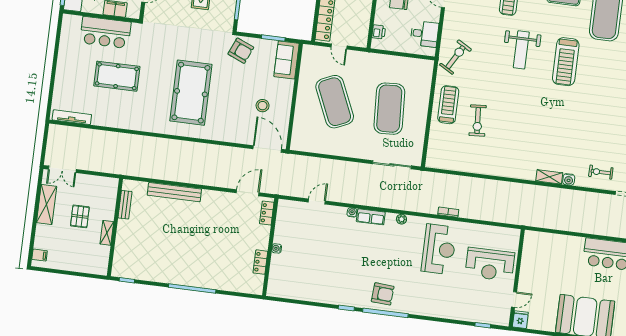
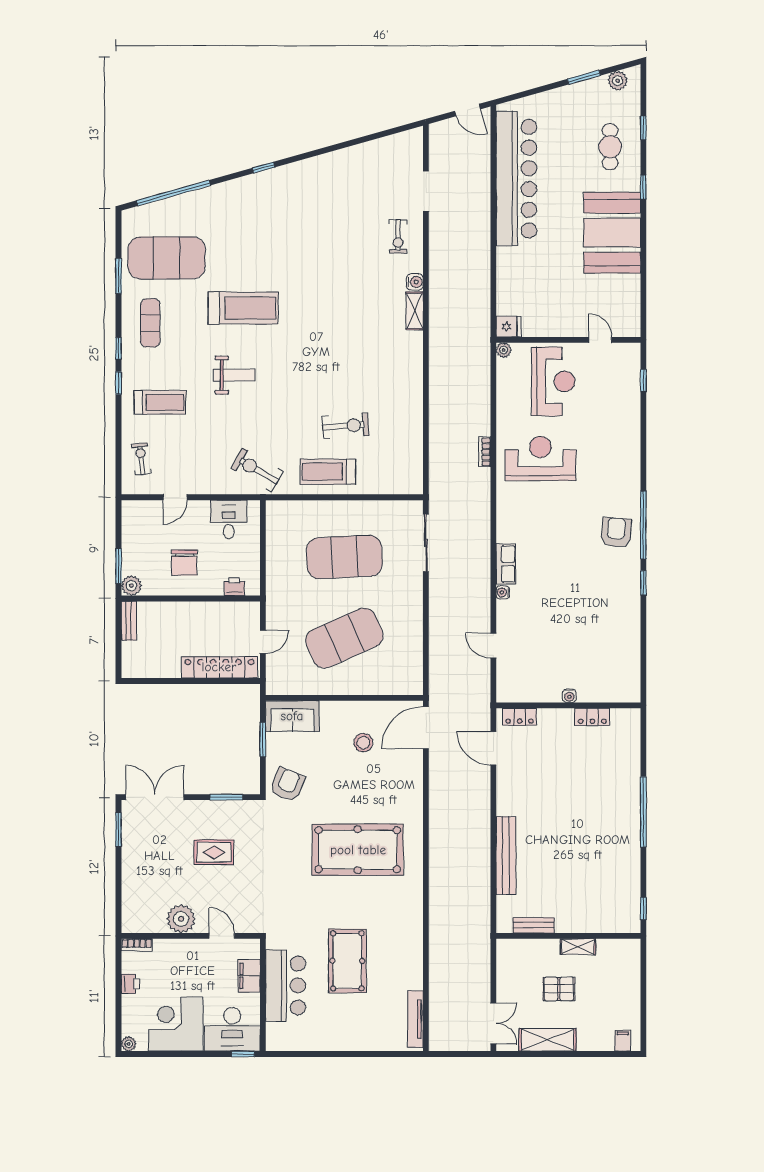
weight bench: (521, 50) -> (234, 375), width x0.73, depth x0.75
plant: (401, 219) -> (504, 350), moved
fridge: (520, 320) -> (508, 326), moved, turned 180

